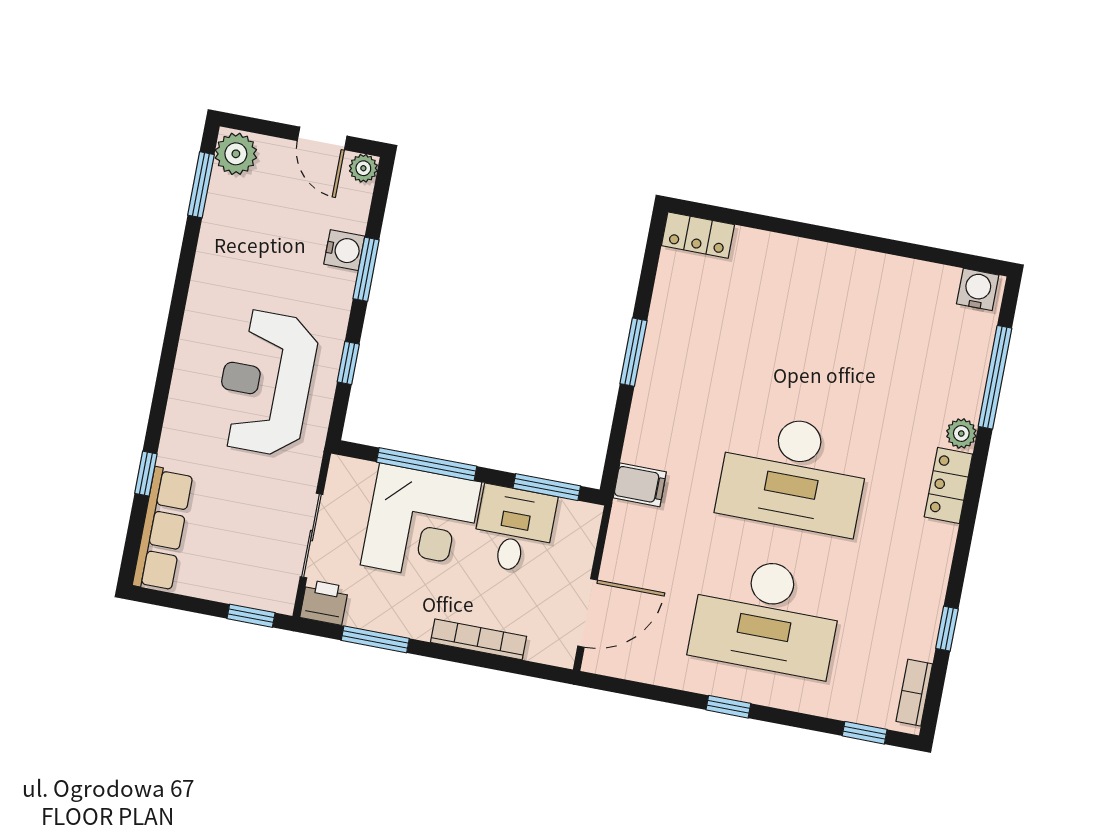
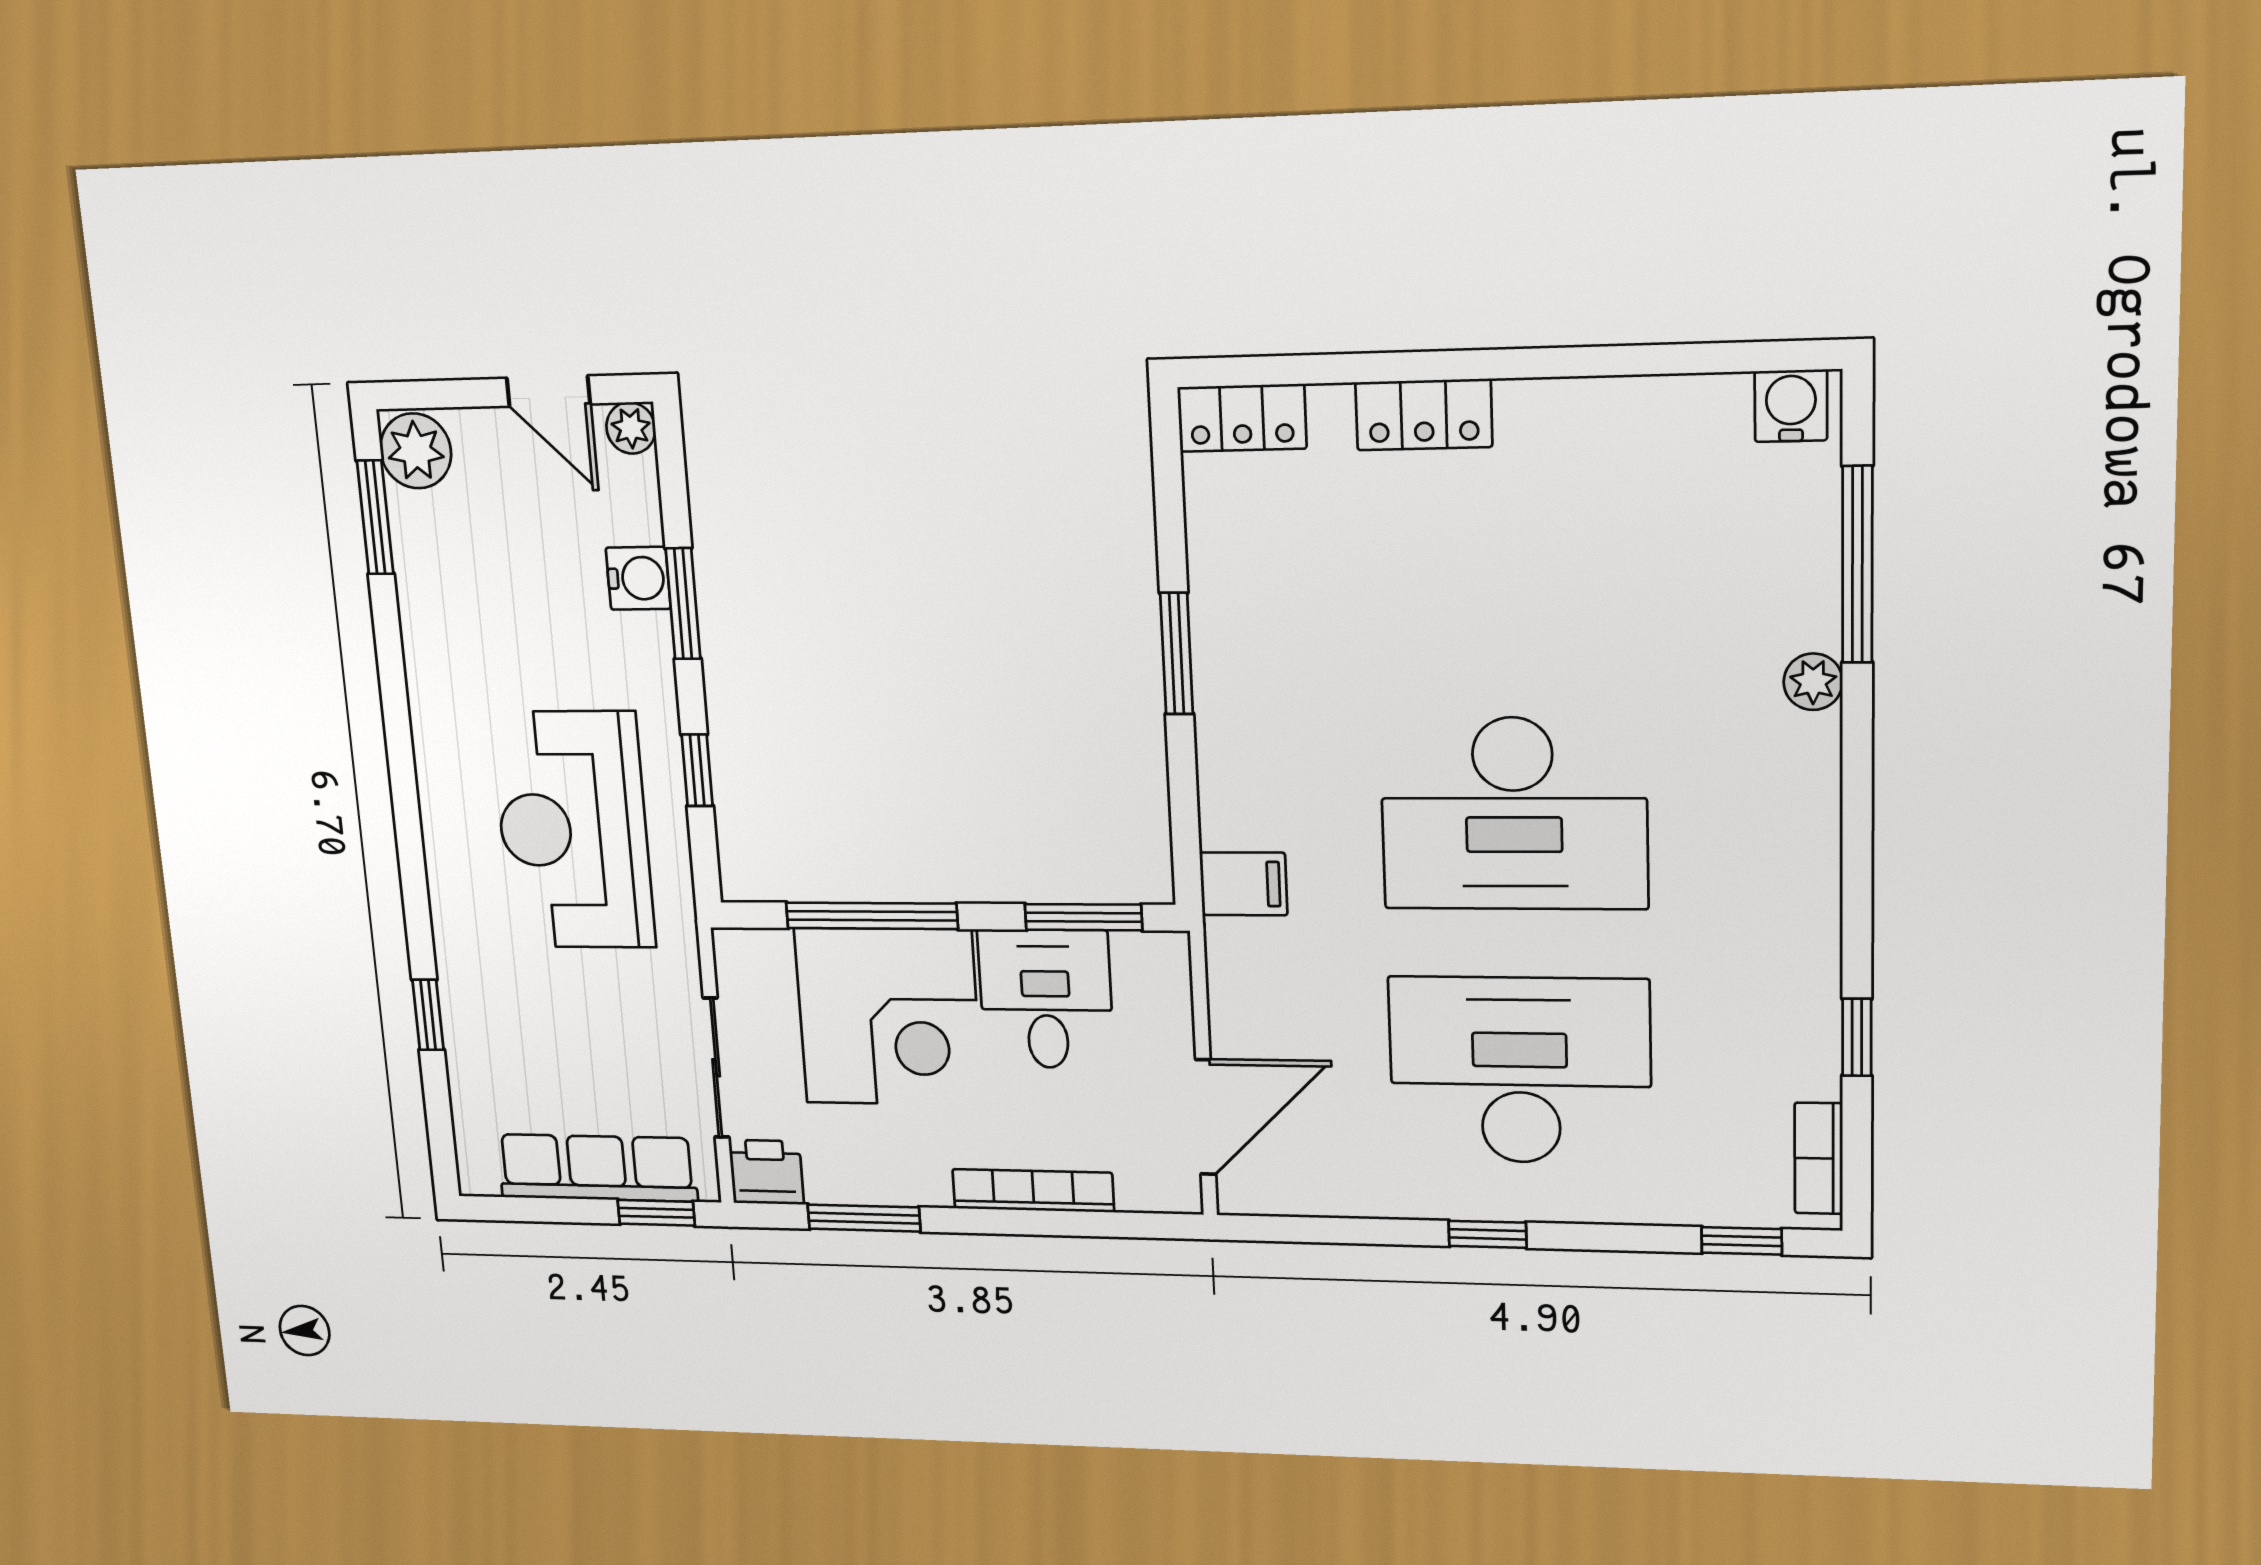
locker: (948, 485) -> (1424, 415), moved, turned -90
row of seats: (163, 529) -> (597, 1168), moved, turned -90
desk: (766, 616) -> (1520, 1070), turned 180

